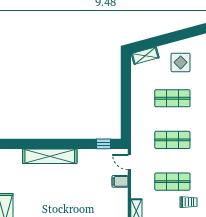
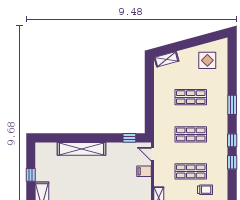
display table: (181, 62) -> (207, 60), moved

